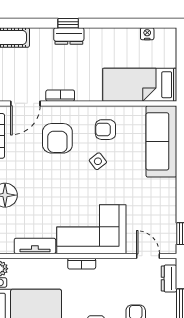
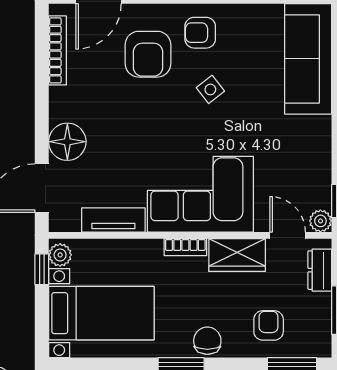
armchair: (105, 130) -> (200, 33), moved
plant: (169, 247) -> (320, 221), added
wardrobe: (115, 269) -> (237, 255), added

